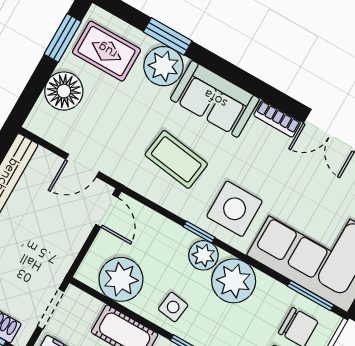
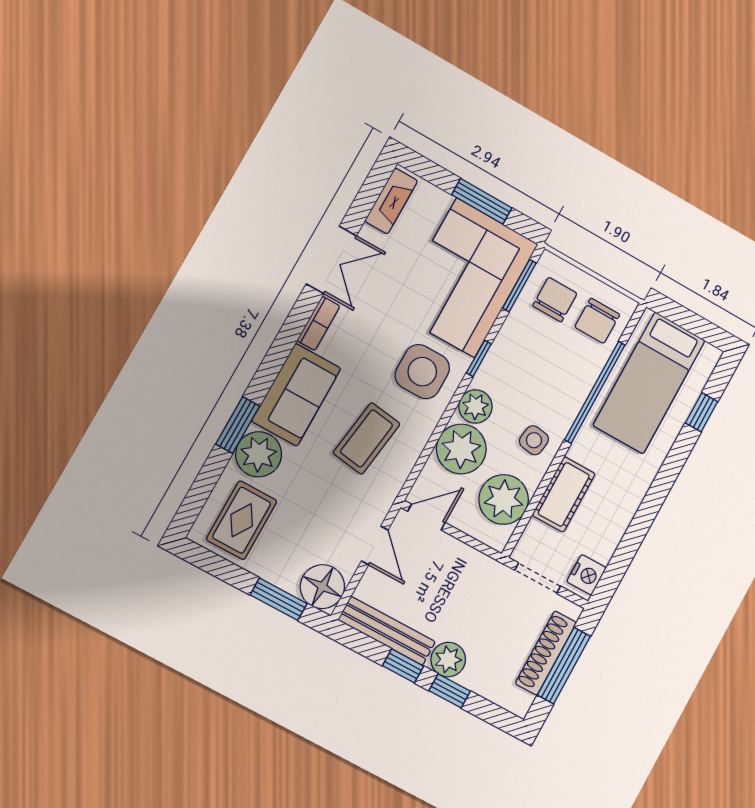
window: (168, 36) -> (238, 425), moved
window: (63, 38) -> (279, 599), moved
floor lamp: (64, 91) -> (322, 587), moved
window: (199, 232) -> (479, 358), moved
plant: (234, 281) -> (461, 449), moved

